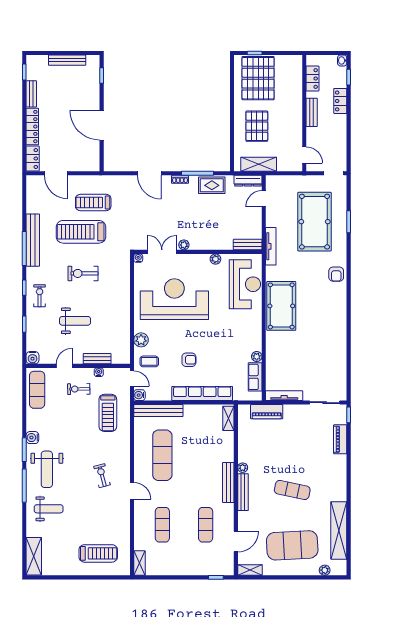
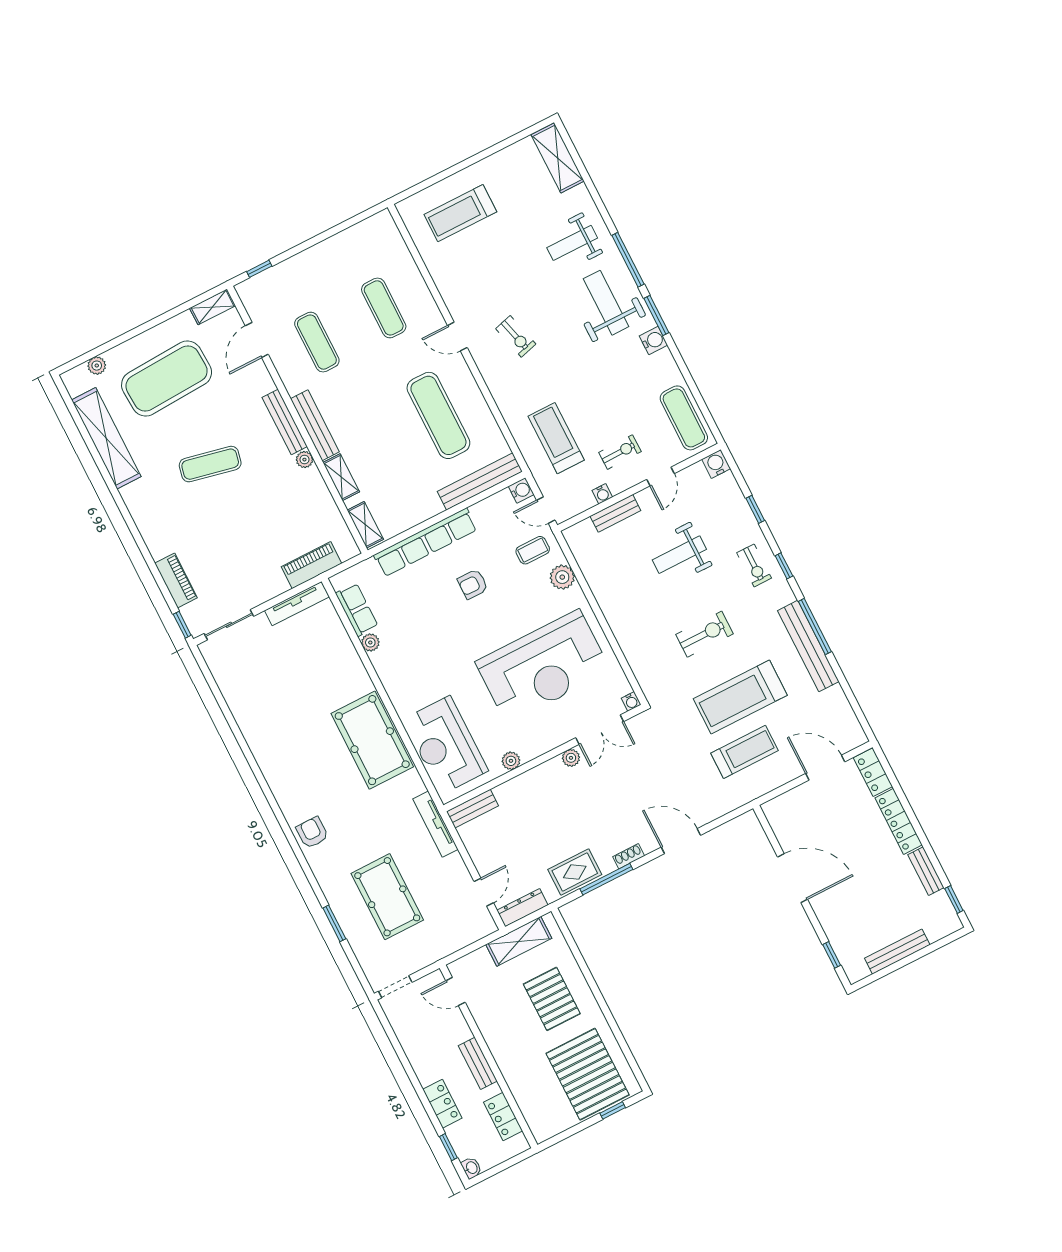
pool table: (315, 222) -> (387, 897), width x0.73, depth x0.76
treadmill: (81, 232) -> (740, 697), turned 180
shelving: (139, 563) -> (341, 477), moved

